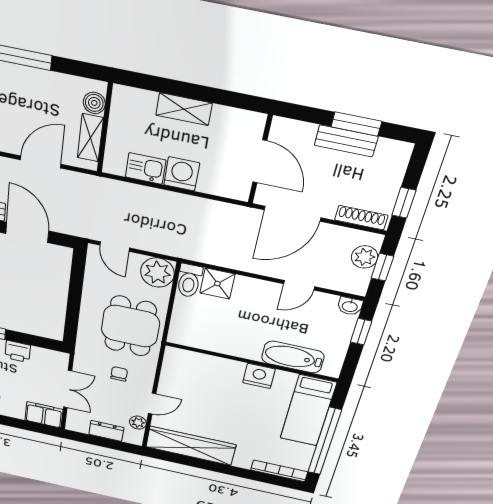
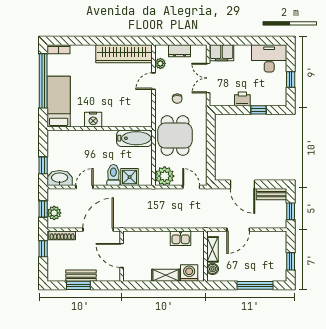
washing machine: (182, 174) -> (189, 273), moved, turned 180
toilet: (189, 281) -> (113, 175), moved
washbasin: (350, 306) -> (60, 178), width x1.91, depth x1.45
bathtub: (293, 357) -> (134, 138), moved
bookcase: (279, 471) -> (58, 49), width x0.64

